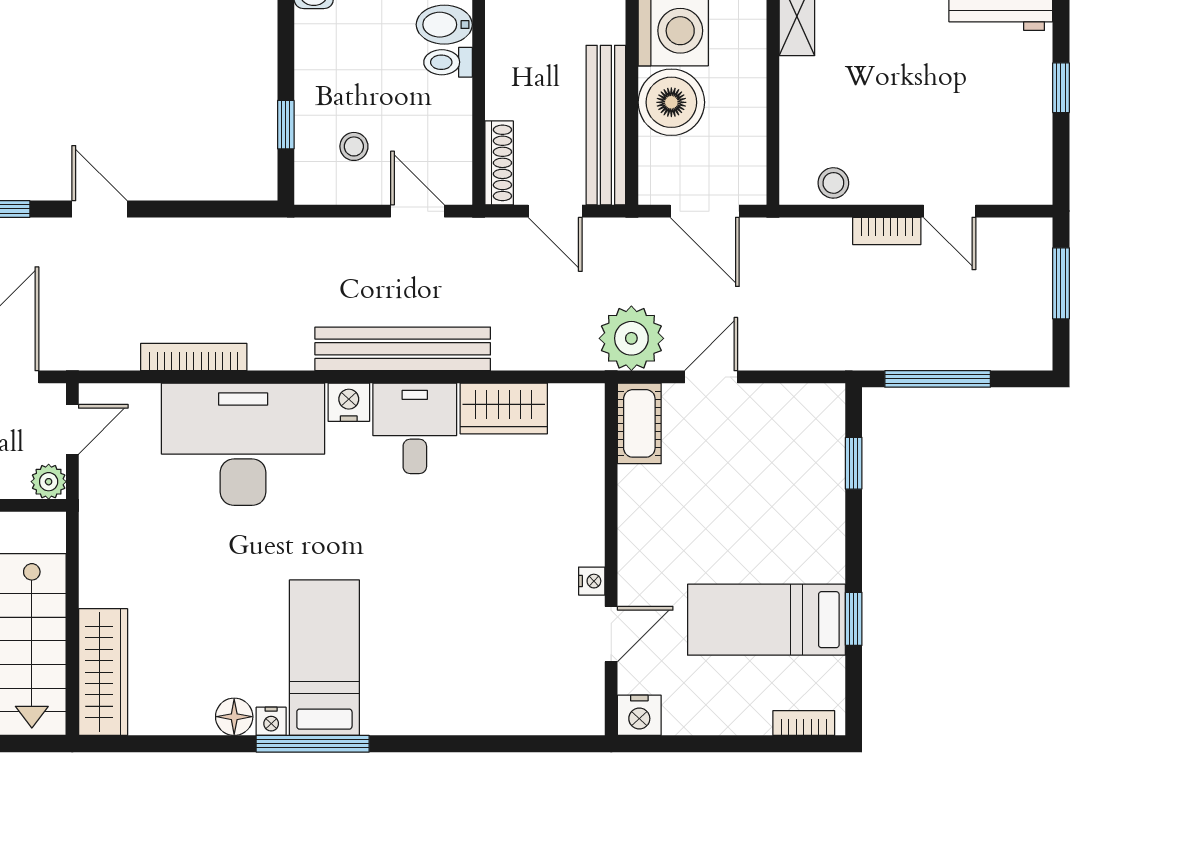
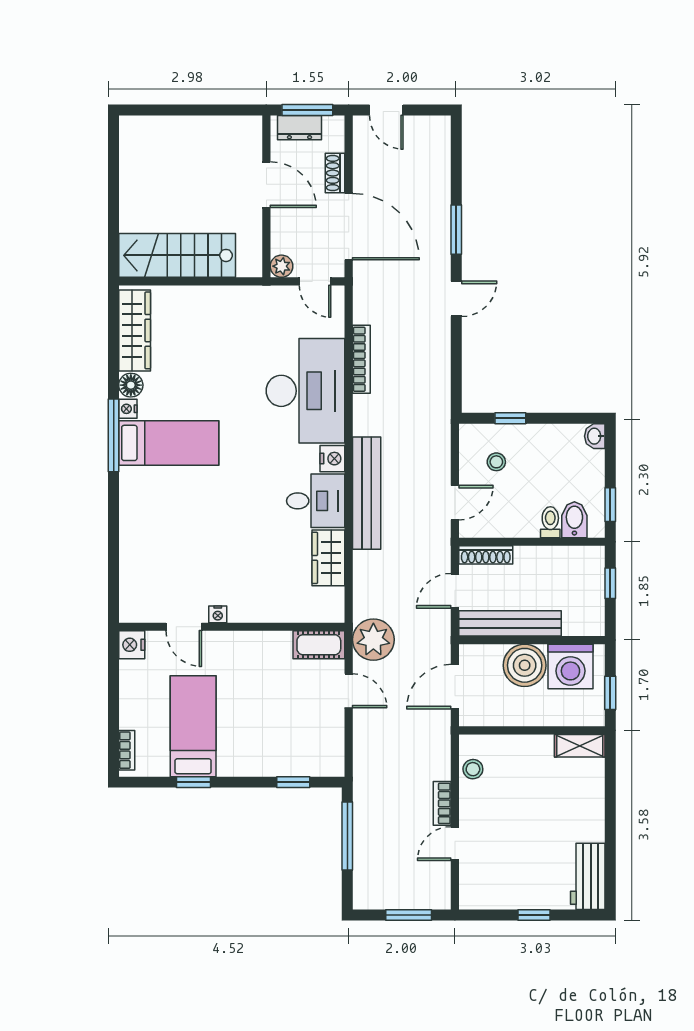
wardrobe: (103, 672) -> (135, 330), moved, turned -90

